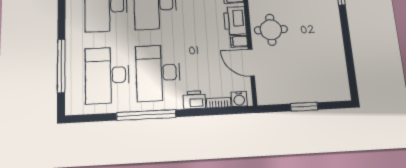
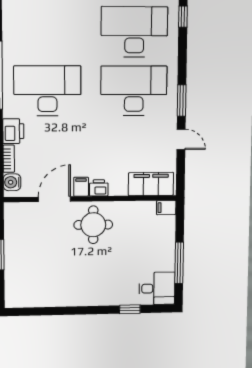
printer: (235, 21) -> (99, 188), width x0.53, depth x0.68
desk: (107, 75) -> (47, 31), removed

